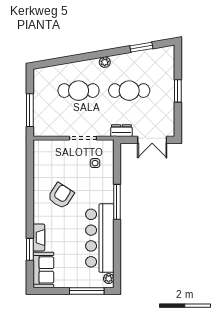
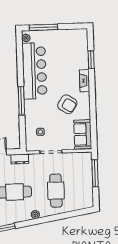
cafe table: (79, 91) -> (56, 191), turned 90
armchair: (61, 196) -> (67, 104), turned -90
fireplace: (39, 237) -> (85, 81), moved
sofa: (43, 270) -> (83, 134), moved

